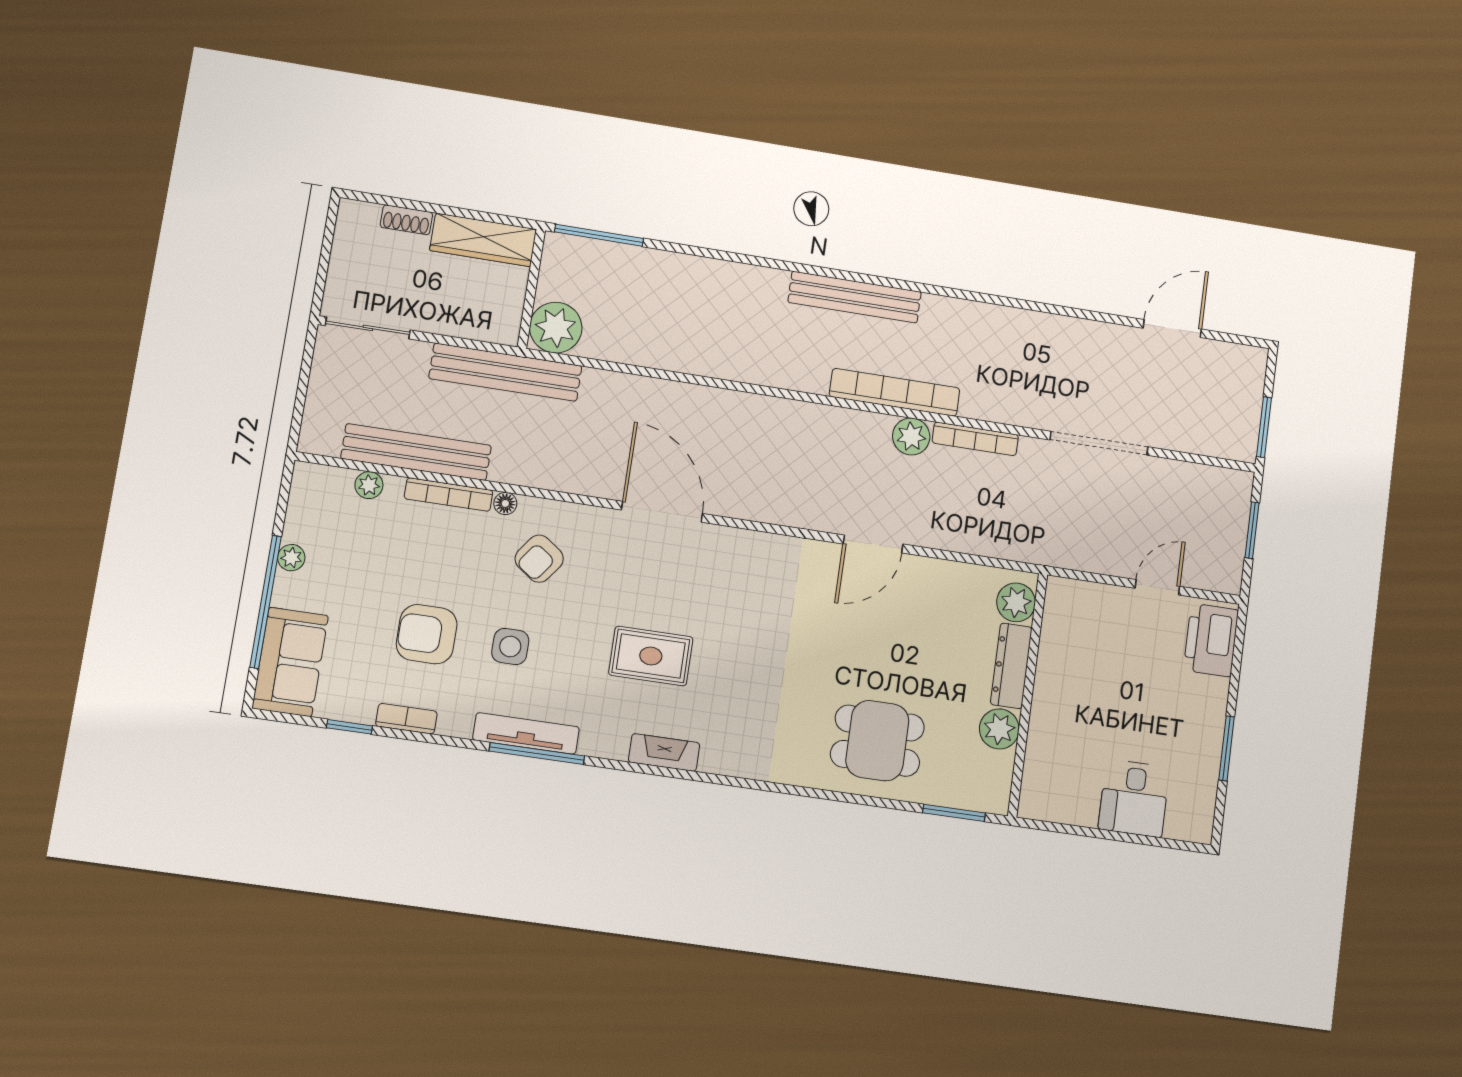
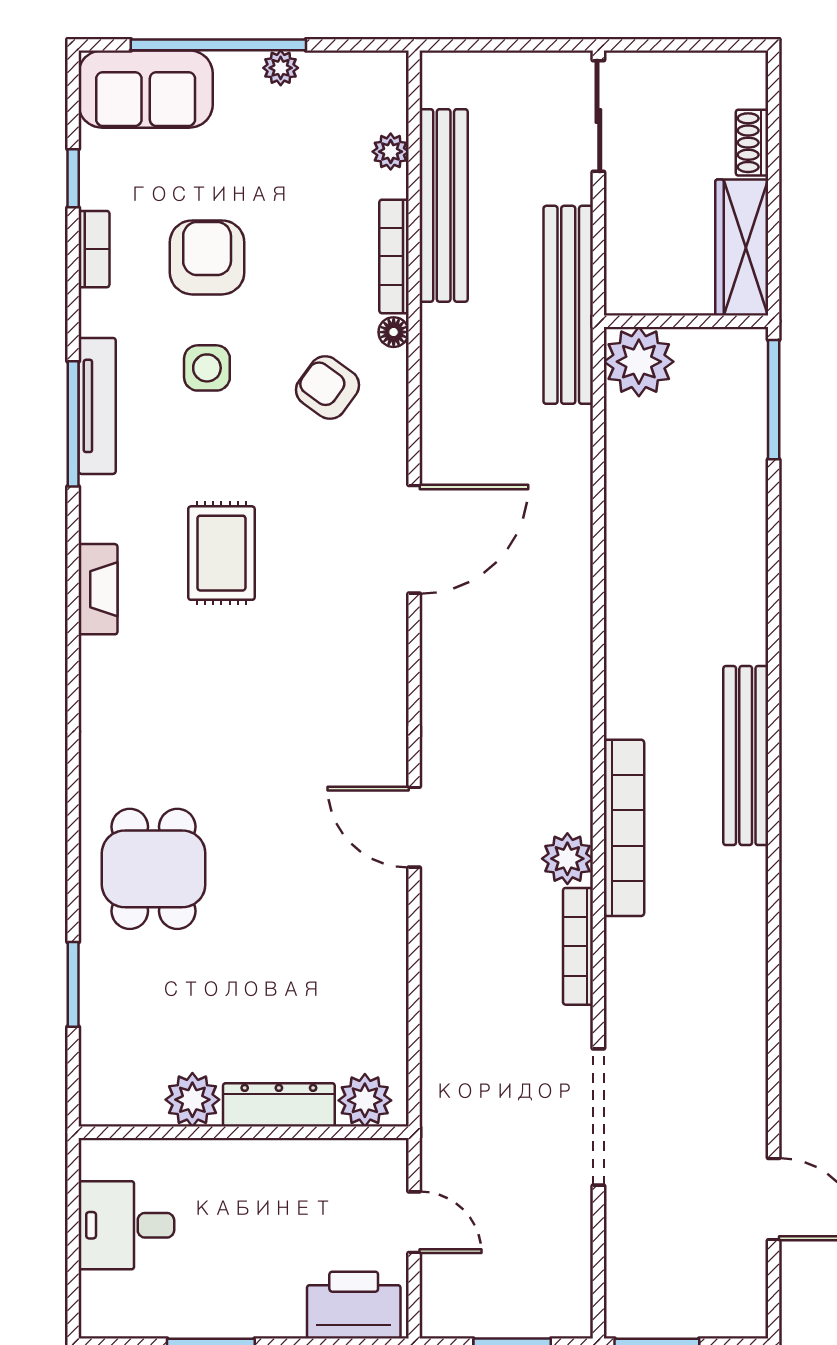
plant: (1016, 602) -> (365, 1100), moved
dresser: (1011, 666) -> (279, 1105), moved
wall: (1028, 695) -> (244, 1132), moved
plant: (999, 729) -> (192, 1100), moved

